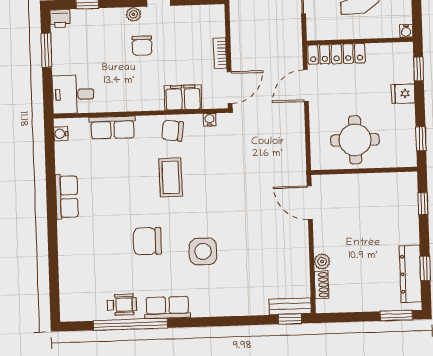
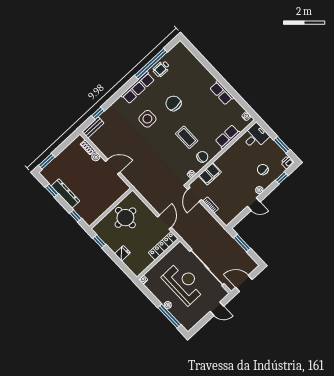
chair: (142, 45) -> (263, 170), moved
window: (419, 69) -> (125, 269), removed
door: (310, 203) -> (113, 167), moved
chair: (147, 241) -> (173, 103), turned -90
dresser: (410, 274) -> (65, 193), moved
row of seats: (167, 307) -> (138, 88), width x1.48
window: (290, 319) -> (98, 113), moved

